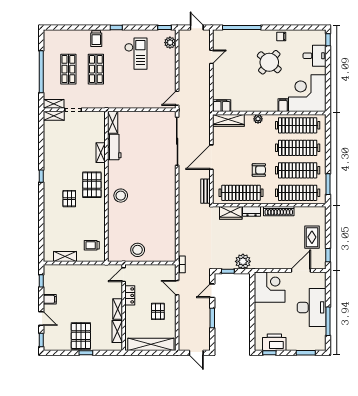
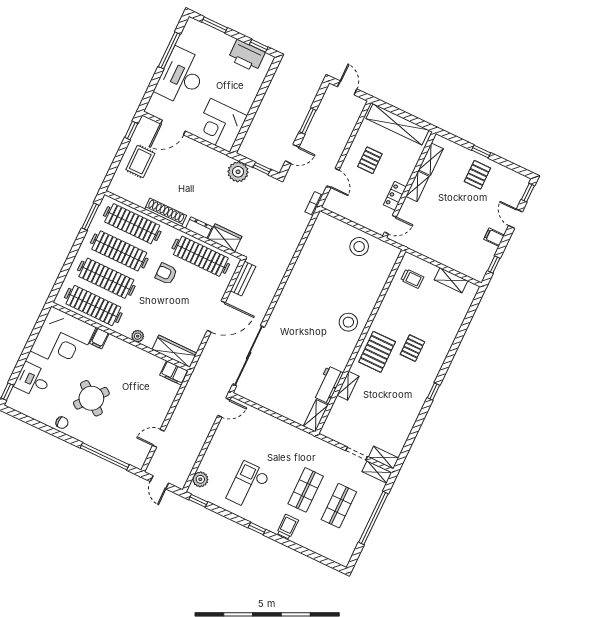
pallet: (81, 336) -> (477, 175), width x0.67, depth x0.71

